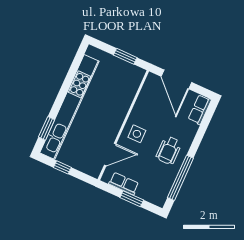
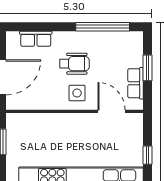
row of seats: (200, 110) -> (36, 39), moved
wheelchair: (169, 150) -> (74, 64), moved

